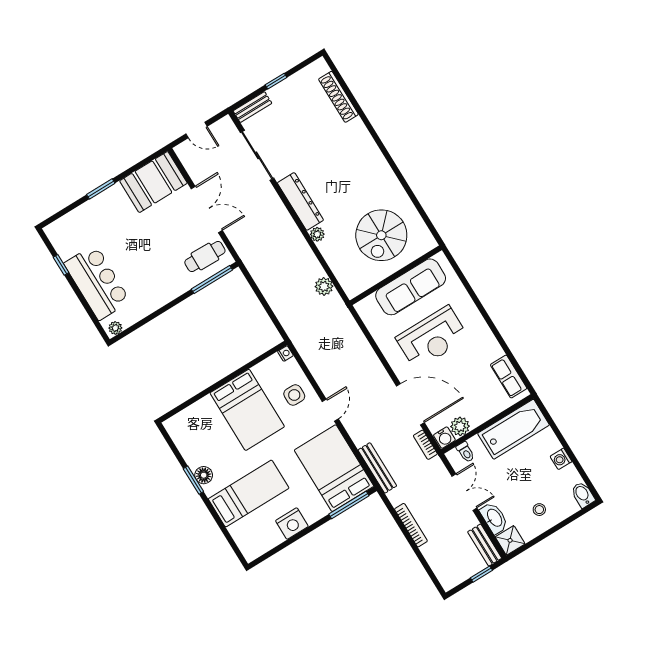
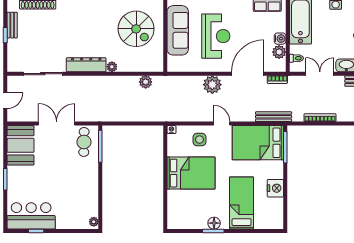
bench: (252, 107) -> (12, 25), moved
bar counter: (97, 282) -> (31, 216), moved
plant: (371, 370) -> (212, 85), added
water cooler: (444, 438) -> (280, 39), moved

